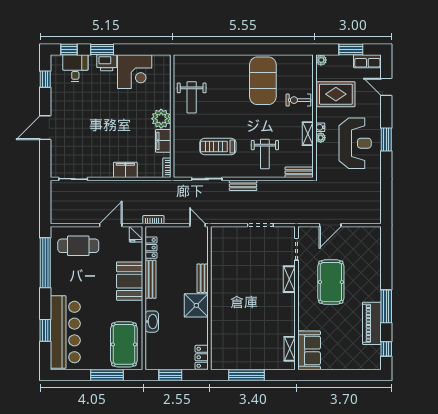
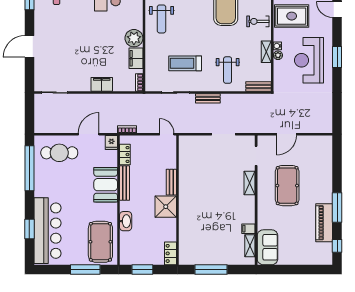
reception desk: (355, 143) -> (309, 60), turned 180
filing cabinet: (288, 330) -> (248, 229), added

